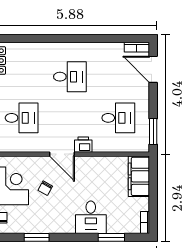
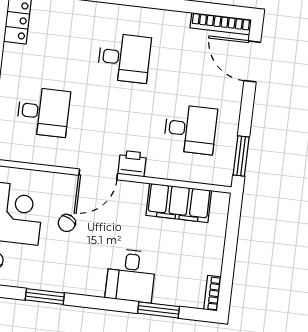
bookcase: (137, 47) -> (221, 24), width x1.56
door: (62, 154) -> (98, 174), hinge flipped
filing cabinet: (139, 176) -> (179, 203), moved, turned -90

